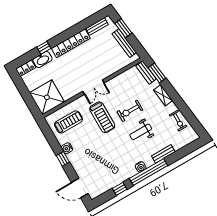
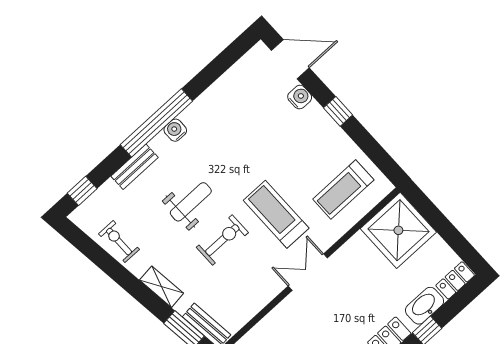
water cooler: (67, 148) -> (300, 97), moved
window: (120, 189) -> (82, 191), moved

